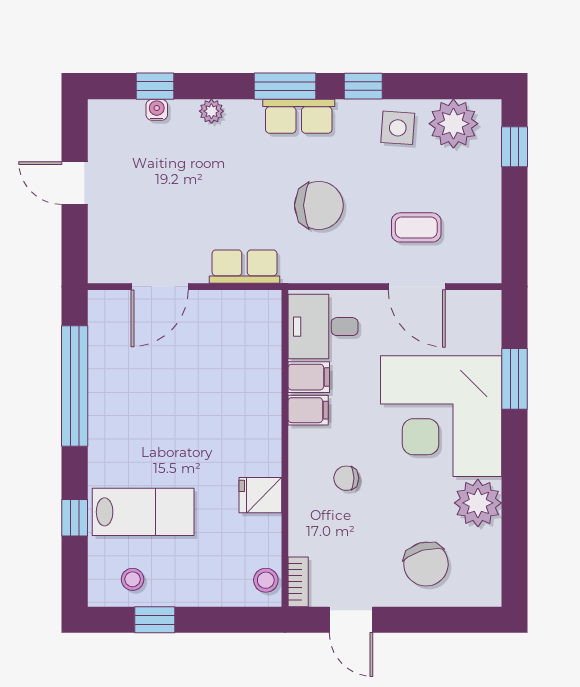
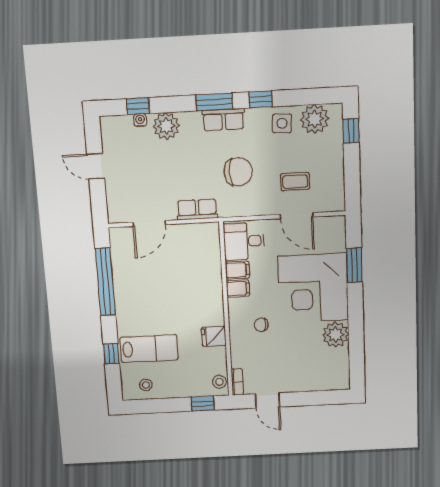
plant: (211, 111) -> (166, 126), width x1.88, depth x1.88
chair: (426, 564) -> (308, 369), removed
window: (155, 620) -> (203, 404), moved

